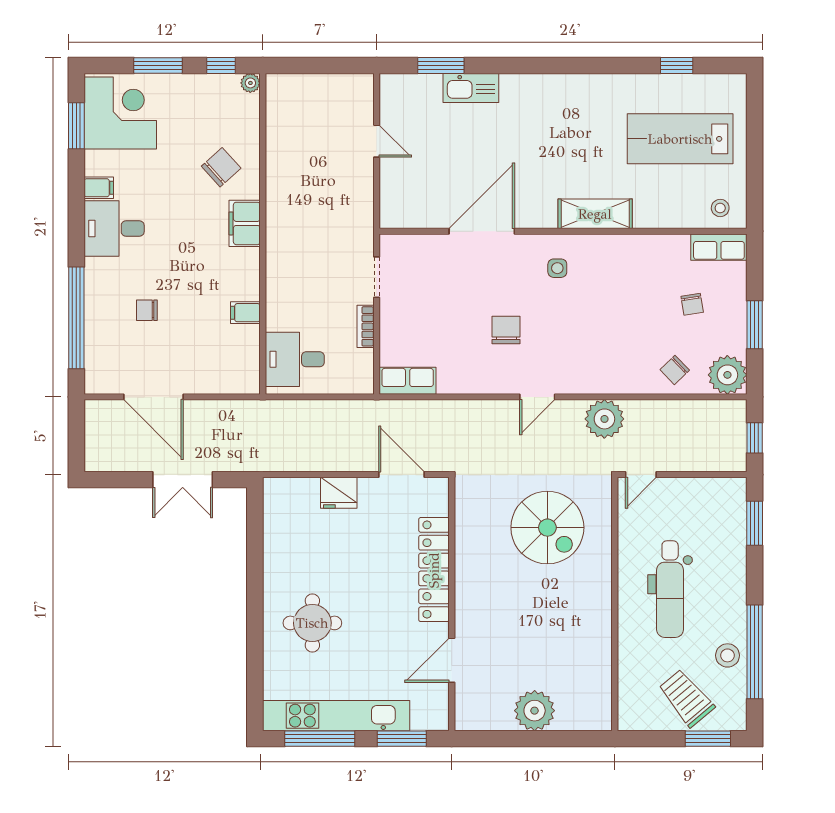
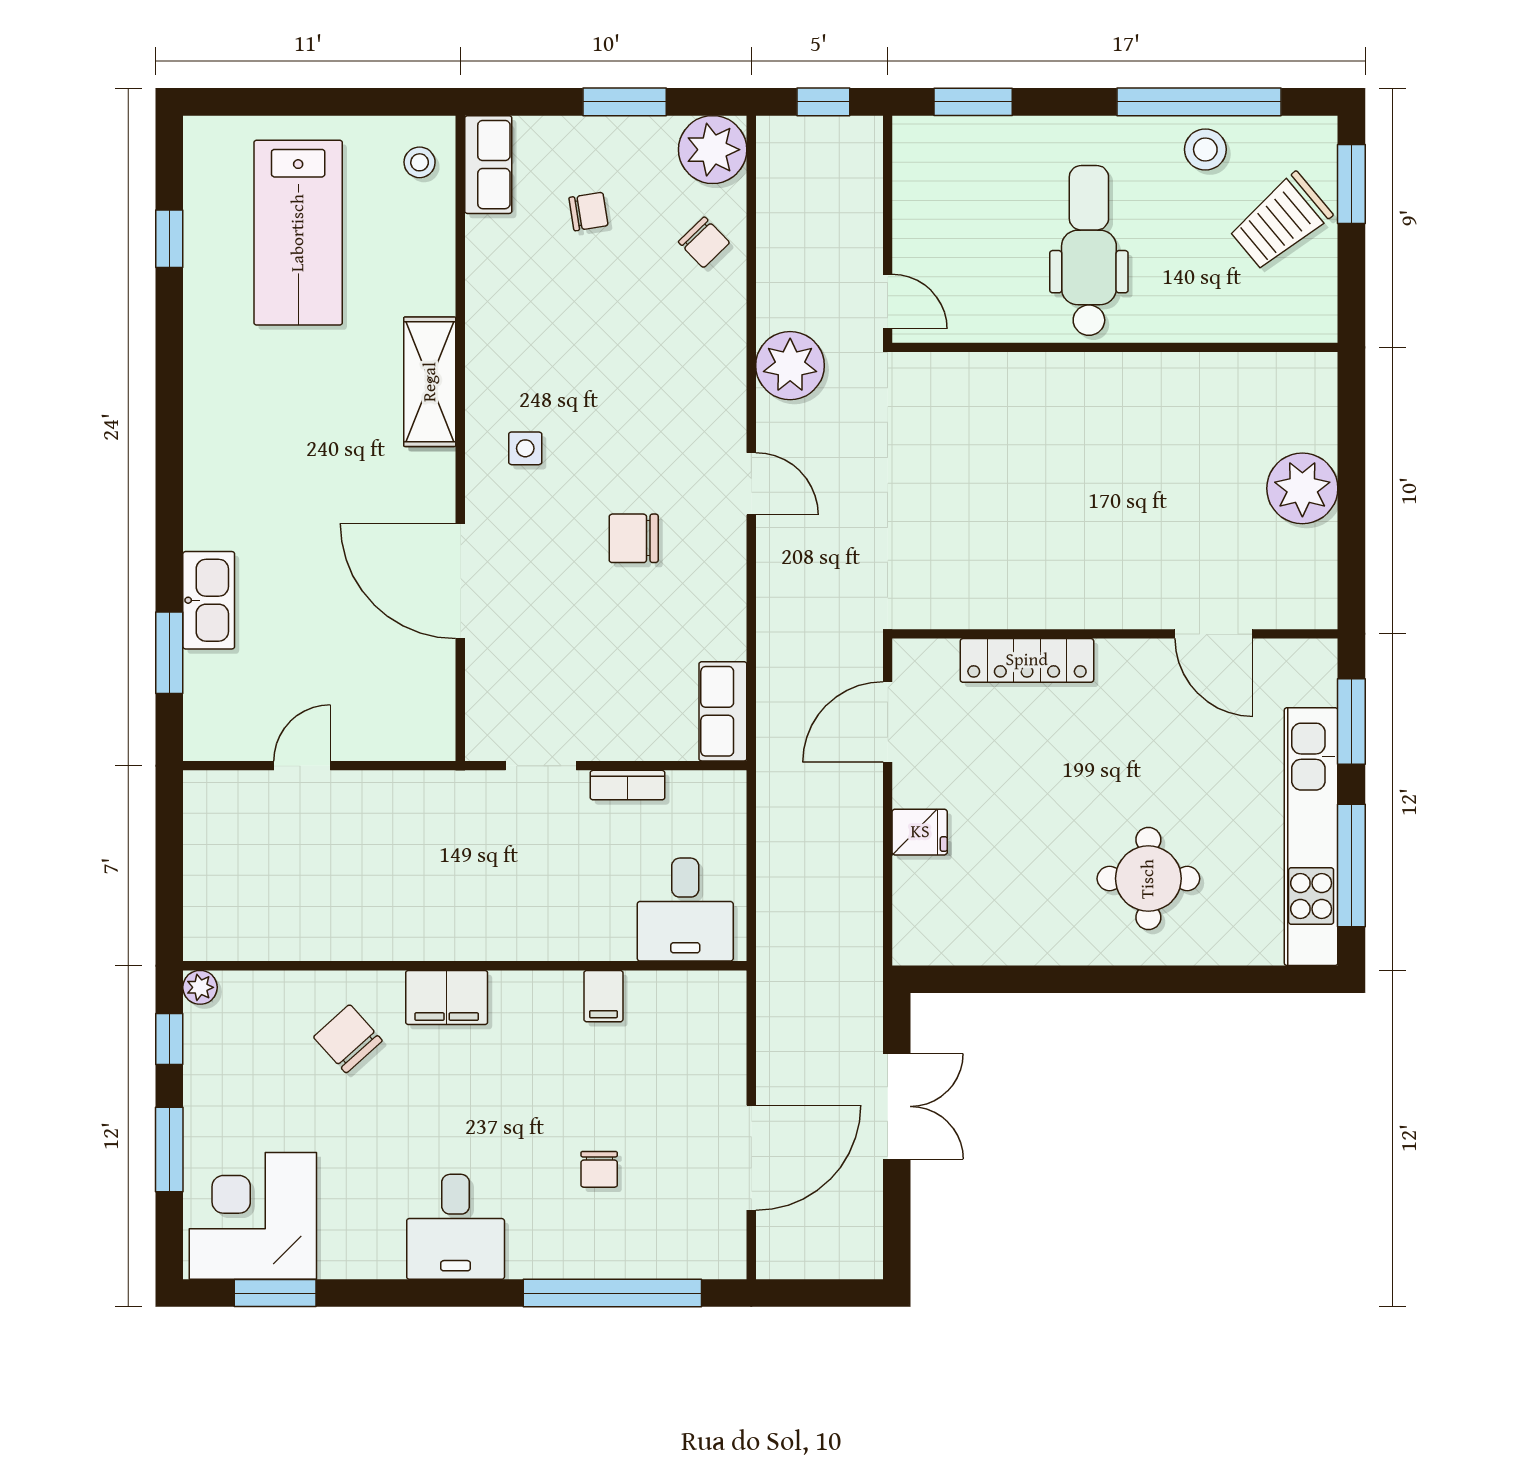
filing cabinet: (99, 188) -> (384, 1254), removed
fridge: (339, 493) -> (920, 832), width x0.72
spiral stairs: (547, 528) -> (981, 466), removed
locker: (434, 570) -> (1027, 660), width x0.71, depth x0.83
dental chair: (670, 589) -> (1089, 250), turned -90

